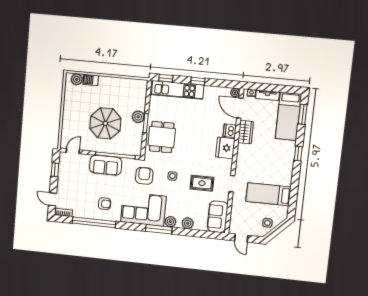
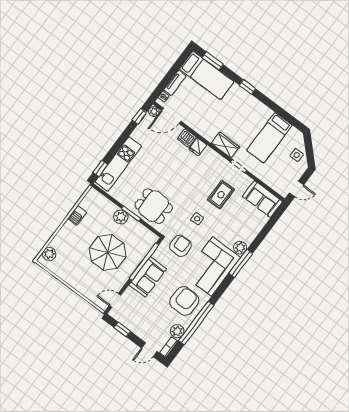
barbecue: (91, 80) -> (77, 215), moved
window: (198, 81) -> (139, 116), moved
wardrobe: (246, 132) -> (225, 145), moved
fridge: (225, 148) -> (198, 147), width x0.53, depth x0.75
door: (73, 151) -> (115, 300), hinge flipped
armchair: (144, 176) -> (181, 246), turned 90
armchair: (105, 204) -> (184, 301), width x1.88, depth x1.88
plant: (188, 223) -> (177, 331), moved

